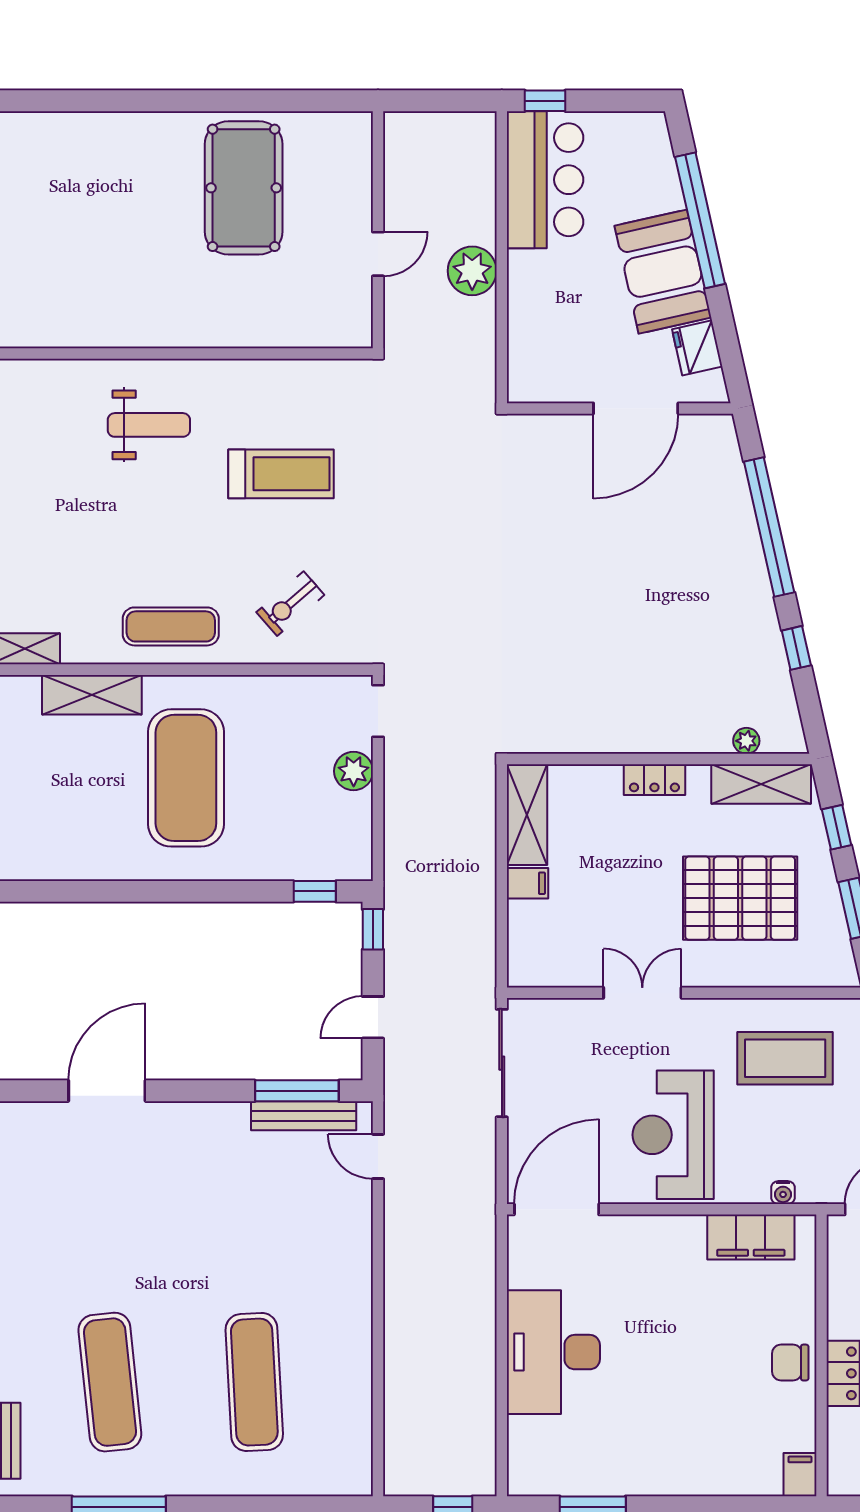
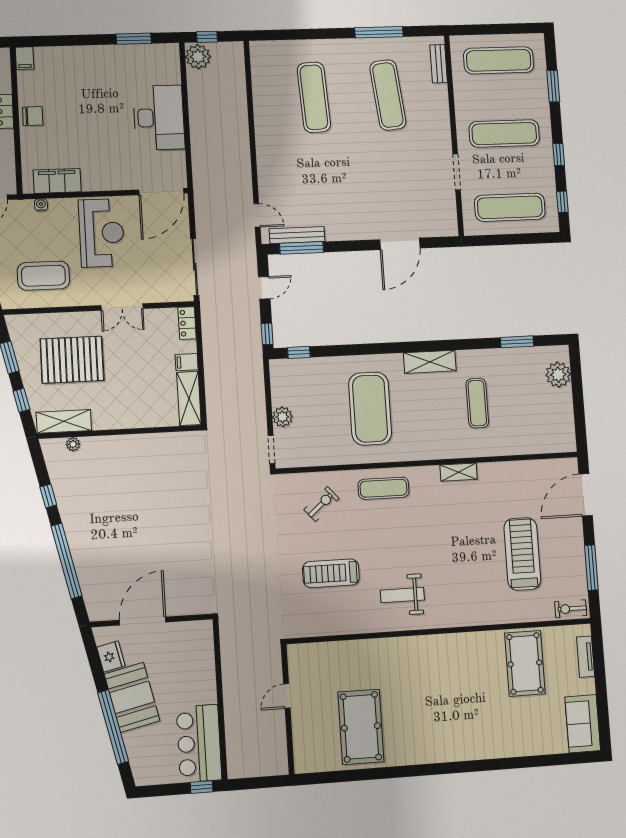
plant: (472, 271) -> (198, 57), moved
shelving: (92, 695) -> (430, 362), moved
locker: (654, 780) -> (187, 323), moved, turned -90

